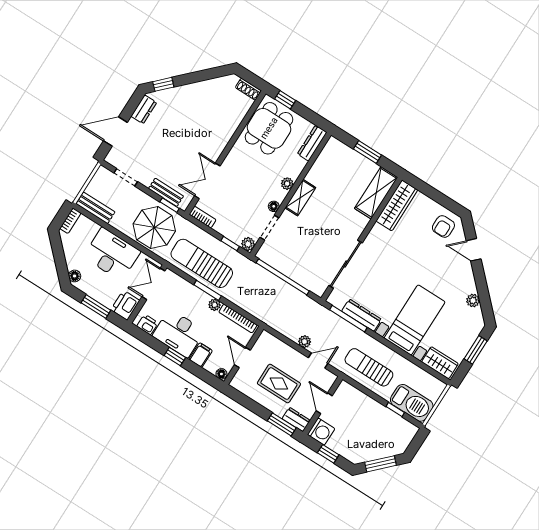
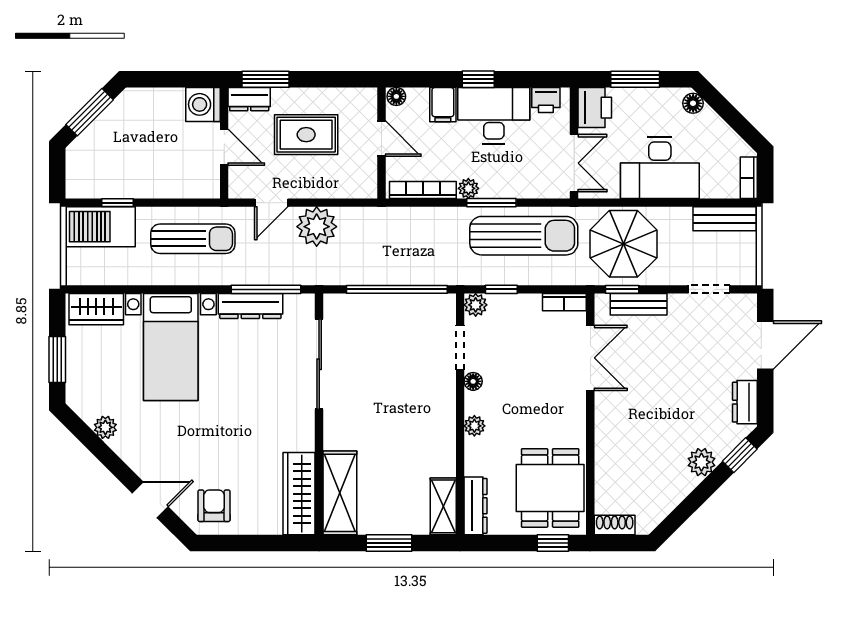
plant: (185, 93) -> (701, 462), added
shelving: (300, 198) -> (443, 506), moved
plant: (305, 342) -> (317, 227), width x1.87, depth x1.87
window: (328, 454) -> (173, 79), removed

